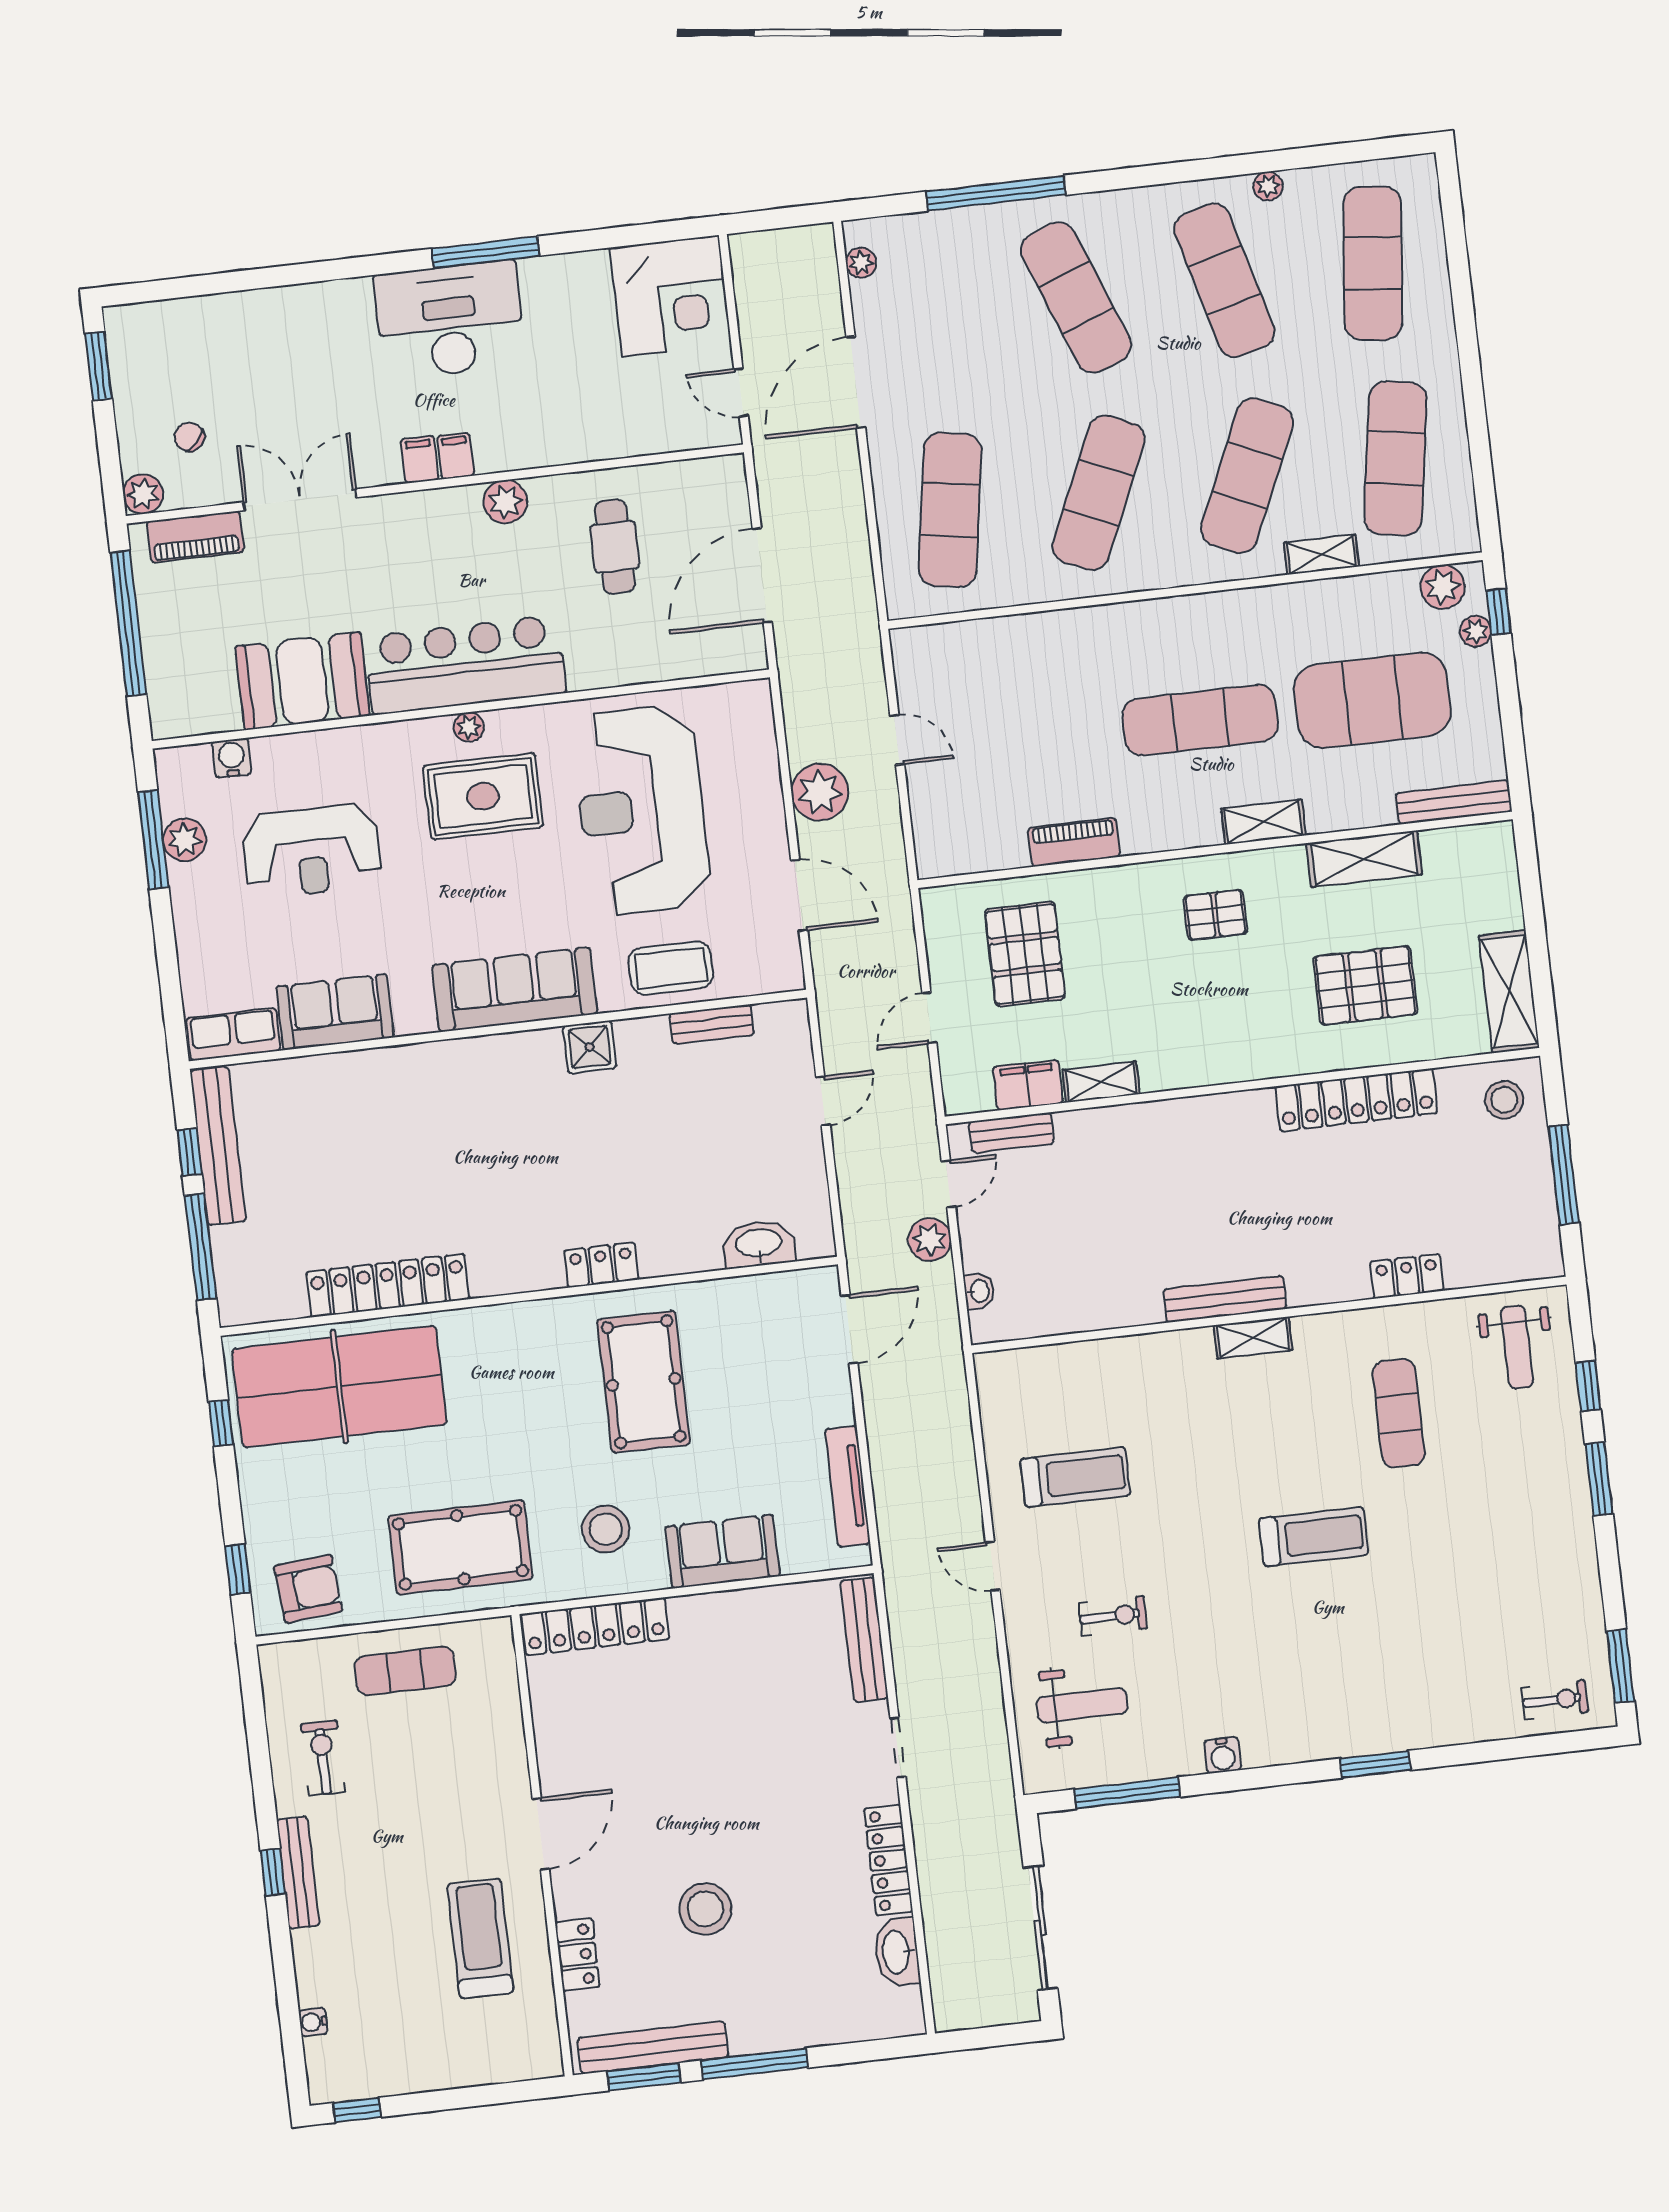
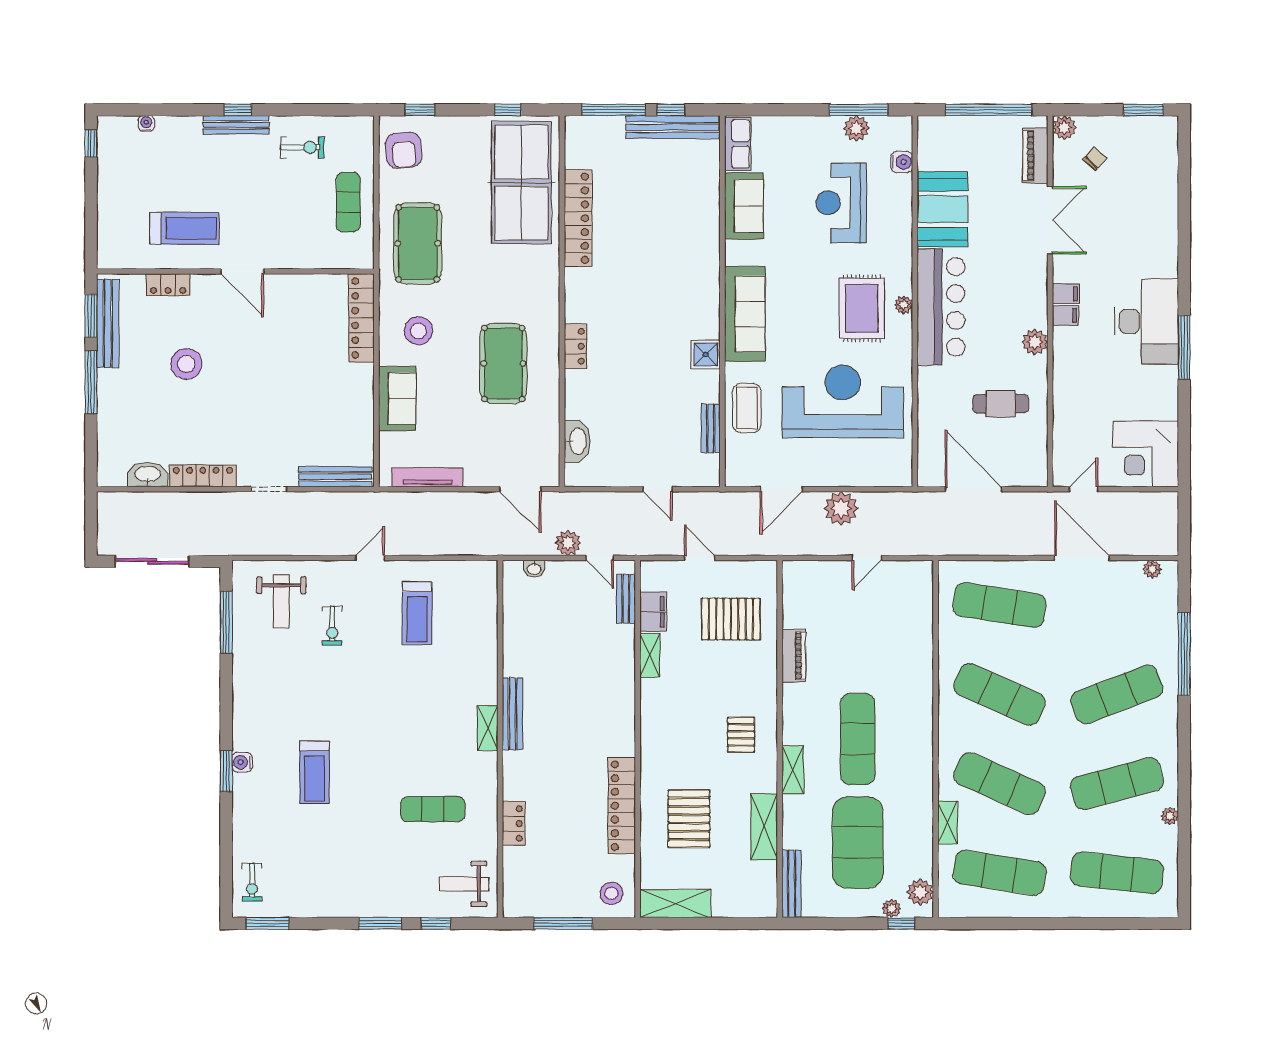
pool table: (644, 1382) -> (503, 363), turned 90
treadmill: (1314, 1537) -> (314, 772), moved
water cooler: (1223, 1755) -> (242, 762), moved

